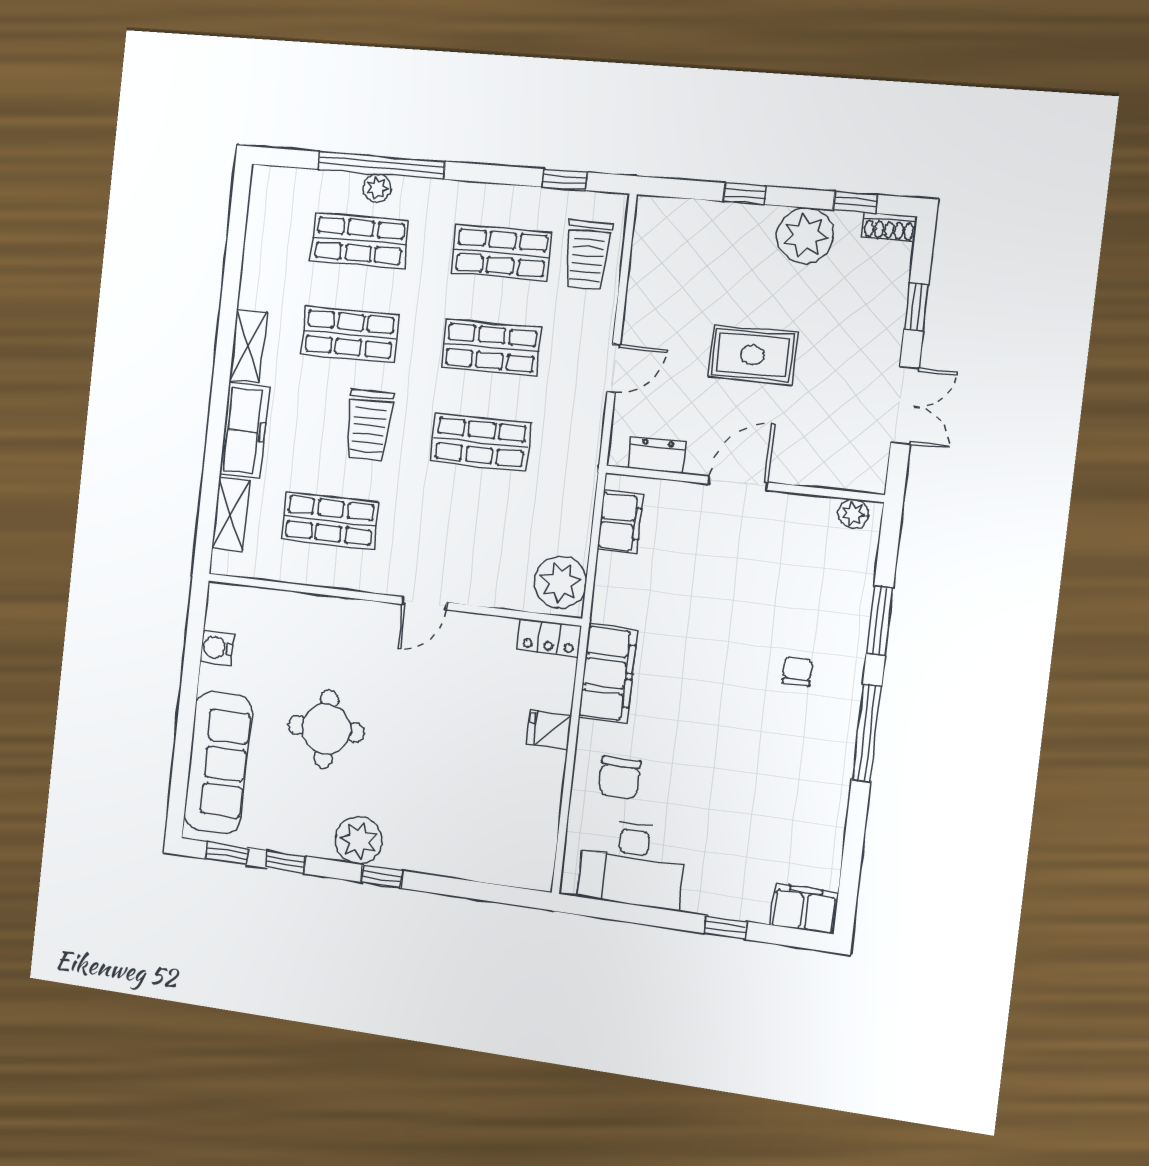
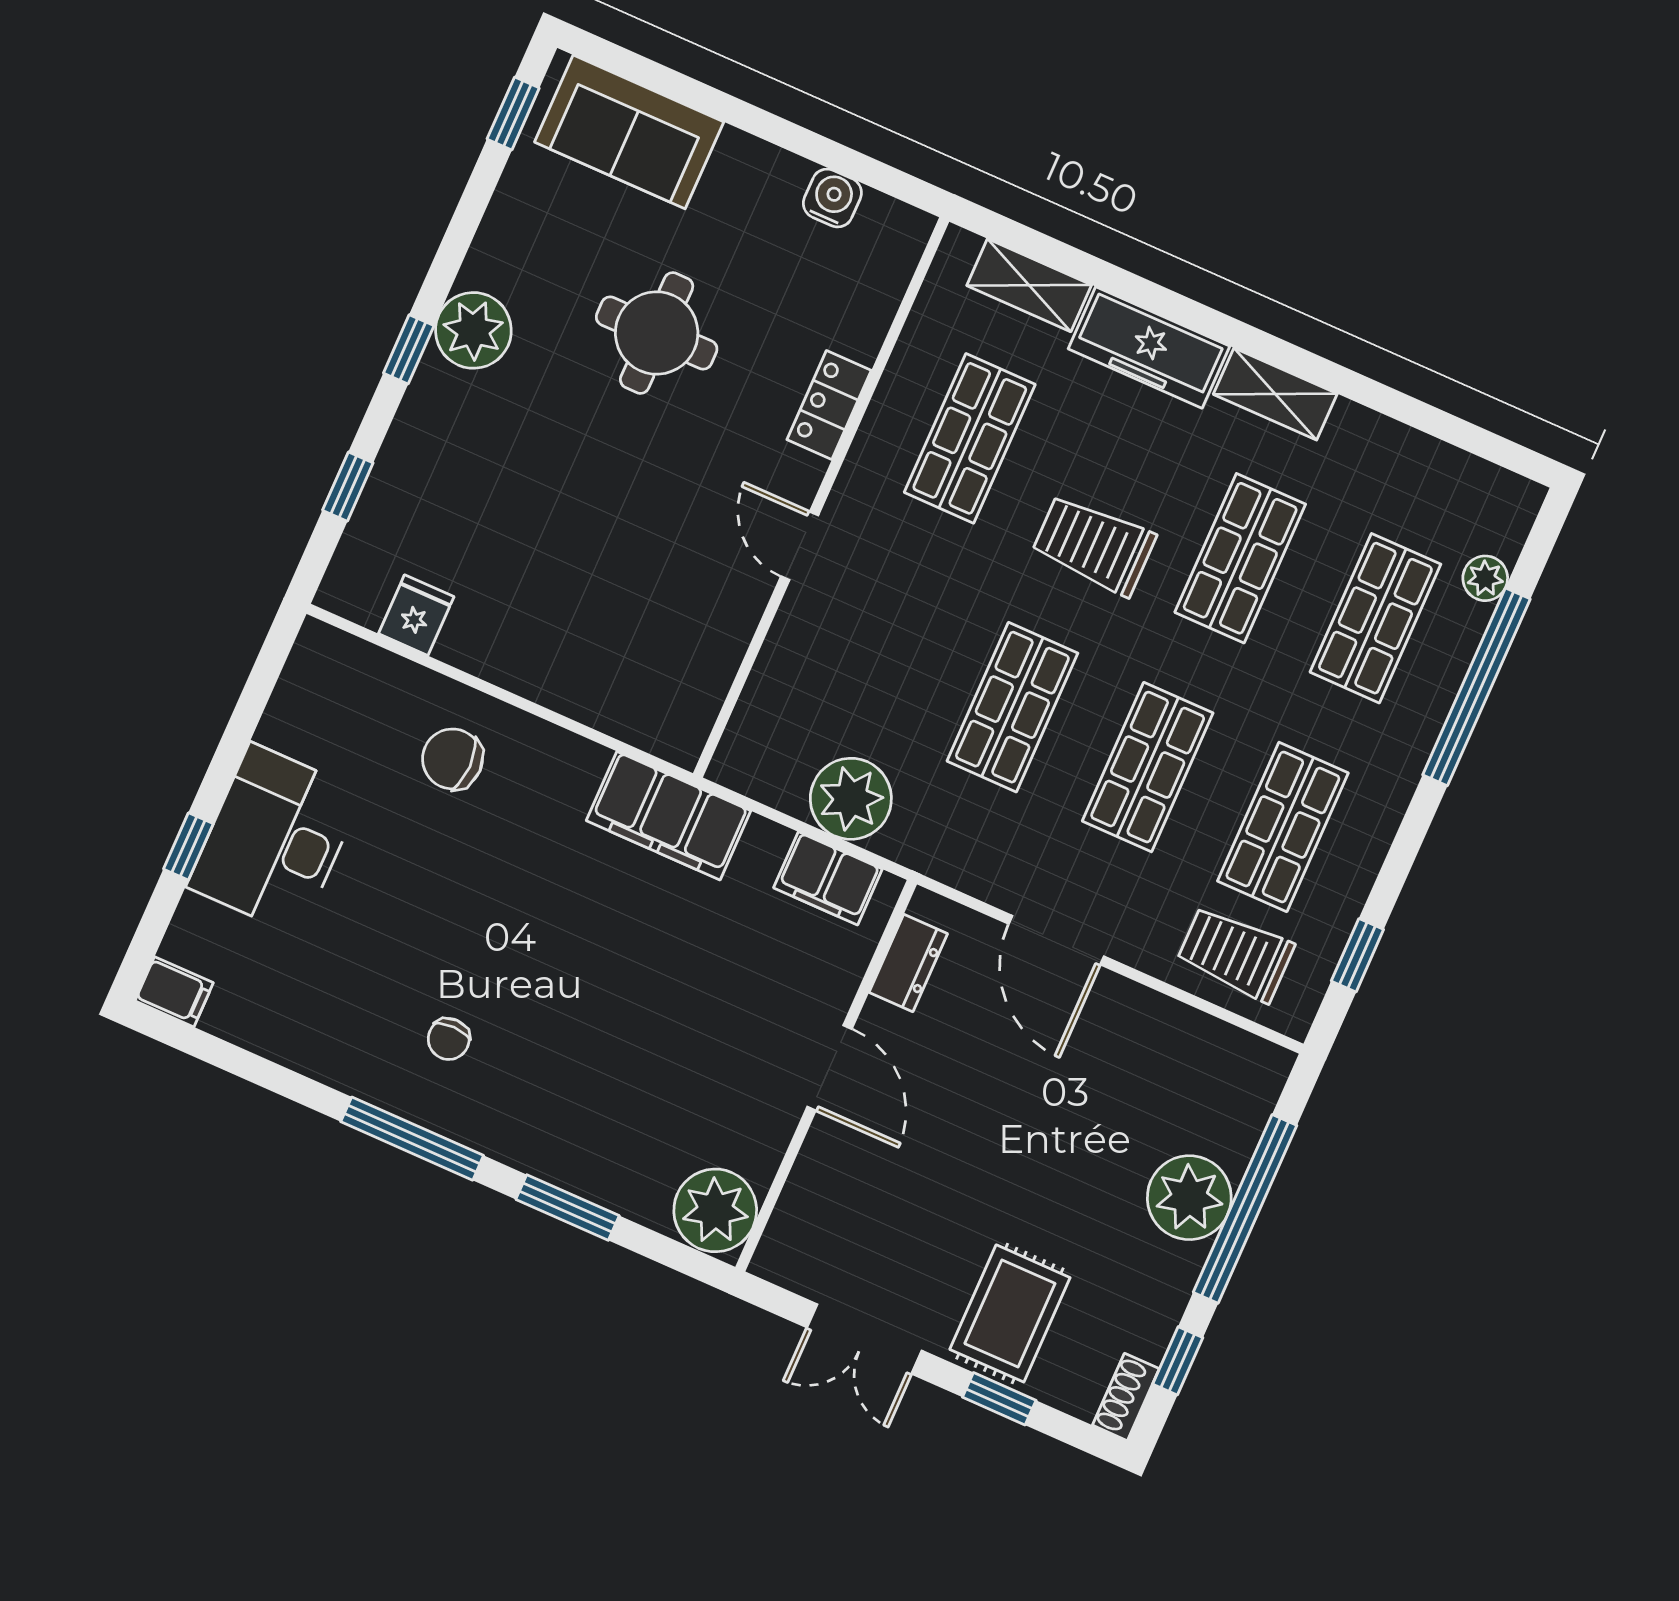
plant: (377, 188) -> (1485, 578), moved
window: (745, 194) -> (1245, 1209), width x3.17
plant: (805, 236) -> (1189, 1198), moved
rug: (752, 355) -> (1010, 1313), moved
door: (614, 368) -> (1056, 940), width x1.38
plant: (853, 514) -> (715, 1210), width x1.87, depth x1.87
plant: (560, 582) -> (851, 799), moved
locker: (549, 638) -> (829, 405), moved
chair: (797, 671) -> (449, 1039), moved, turned 90
filing cabinet: (608, 674) -> (669, 816), moved
fridge: (549, 729) -> (416, 615), moved
sofa: (218, 763) -> (629, 132), width x0.73
window: (285, 862) -> (348, 487), moved
desk: (632, 864) -> (275, 839), moved
filing cabinet: (804, 909) -> (174, 992), width x0.50

